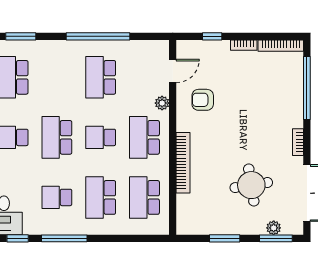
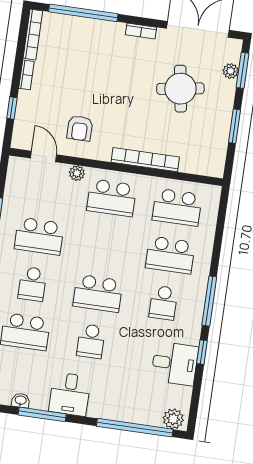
school desk: (101, 137) -> (32, 284), moved

